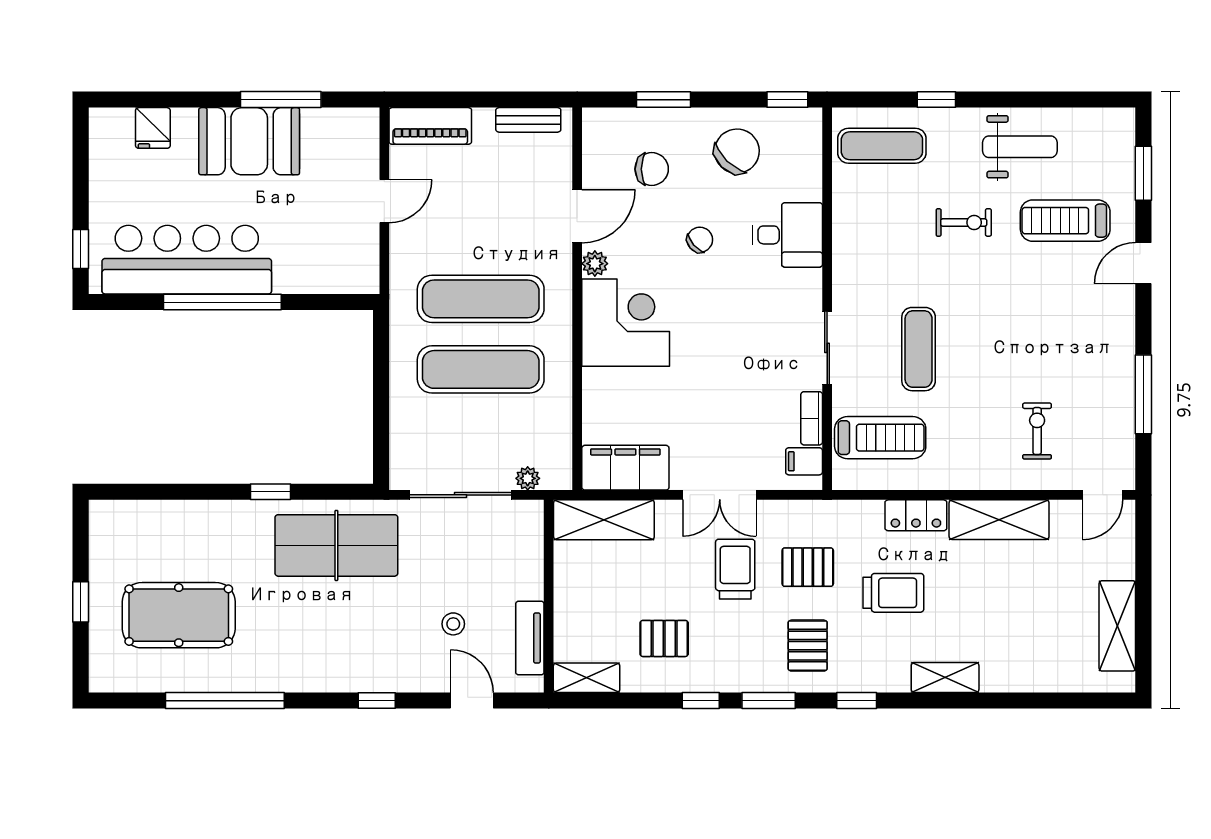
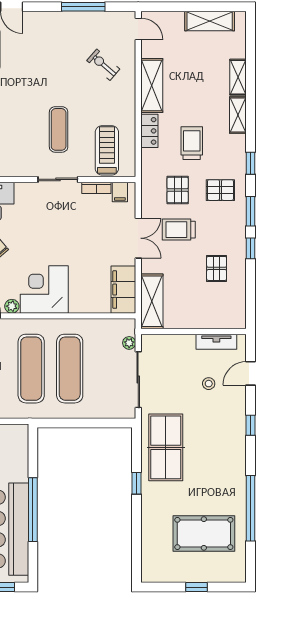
exercise mat: (919, 349) -> (59, 129), turned 90
exercise bike: (1037, 431) -> (103, 65), turned 41
pool table: (179, 615) -> (204, 533), turned 90
shelving: (587, 678) -> (238, 77), moved

